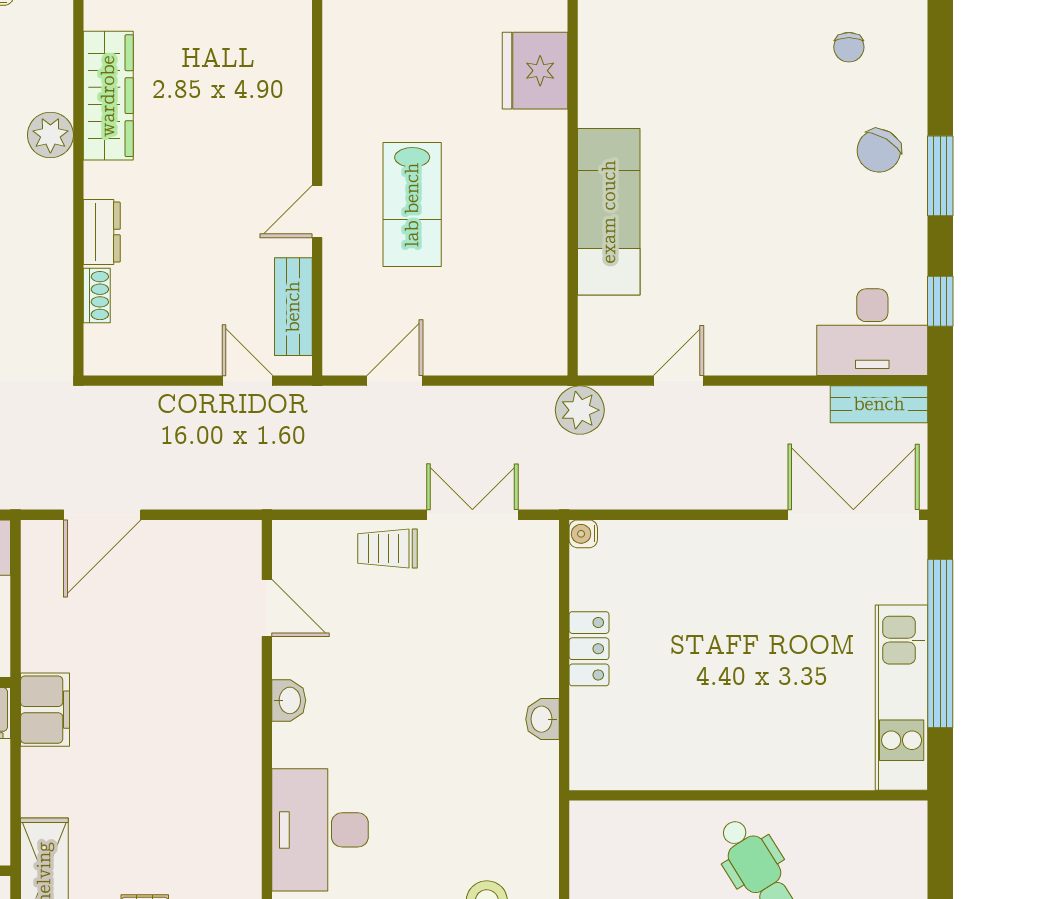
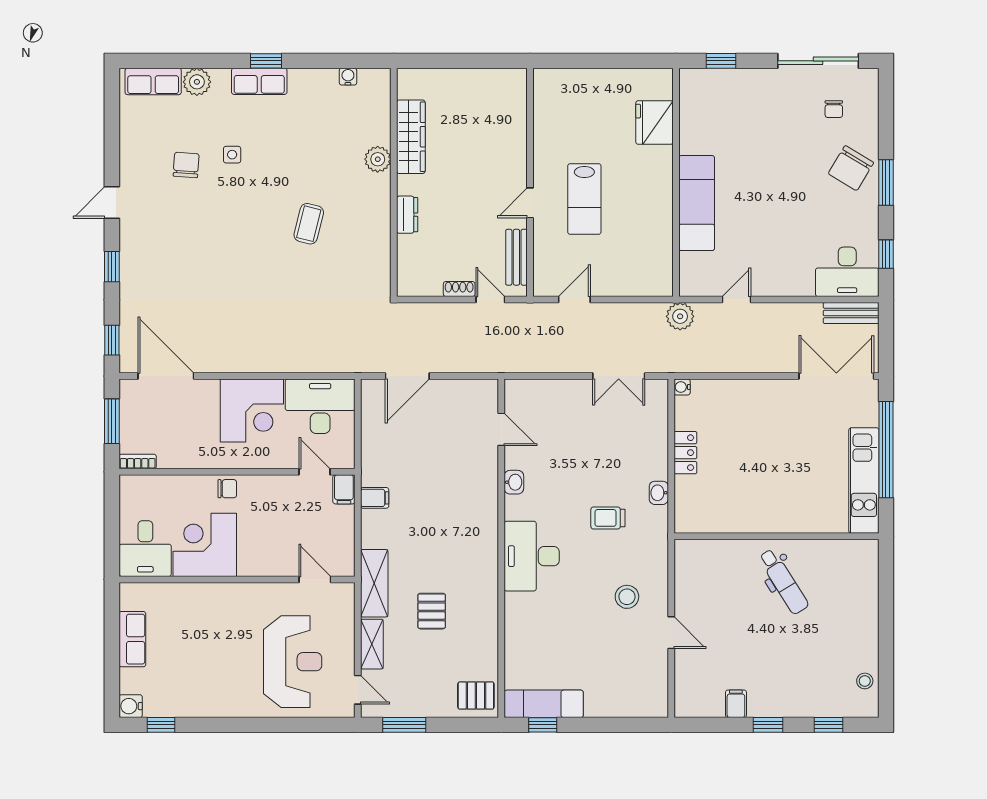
chair: (879, 151) -> (851, 168), width x1.37, depth x1.37
shoe rack: (97, 296) -> (459, 289), moved, turned -90
double door: (472, 515) -> (619, 376), swing flipped
trolley: (387, 548) -> (608, 518), moved
filing cabinet: (45, 710) -> (375, 498), width x0.50

